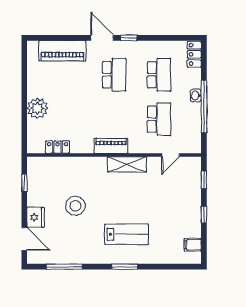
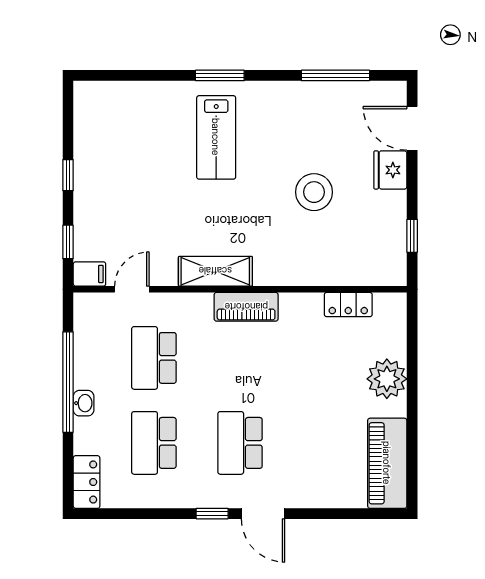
piano: (62, 51) -> (387, 463), moved, turned -90
lab bench: (127, 234) -> (216, 137), turned -90
filing cabinet: (193, 245) -> (89, 274), moved

